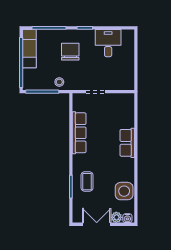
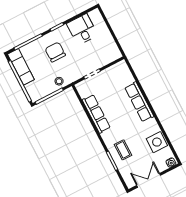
row of seats: (127, 143) -> (139, 102), width x1.48
plant: (116, 217) -> (162, 166), removed

